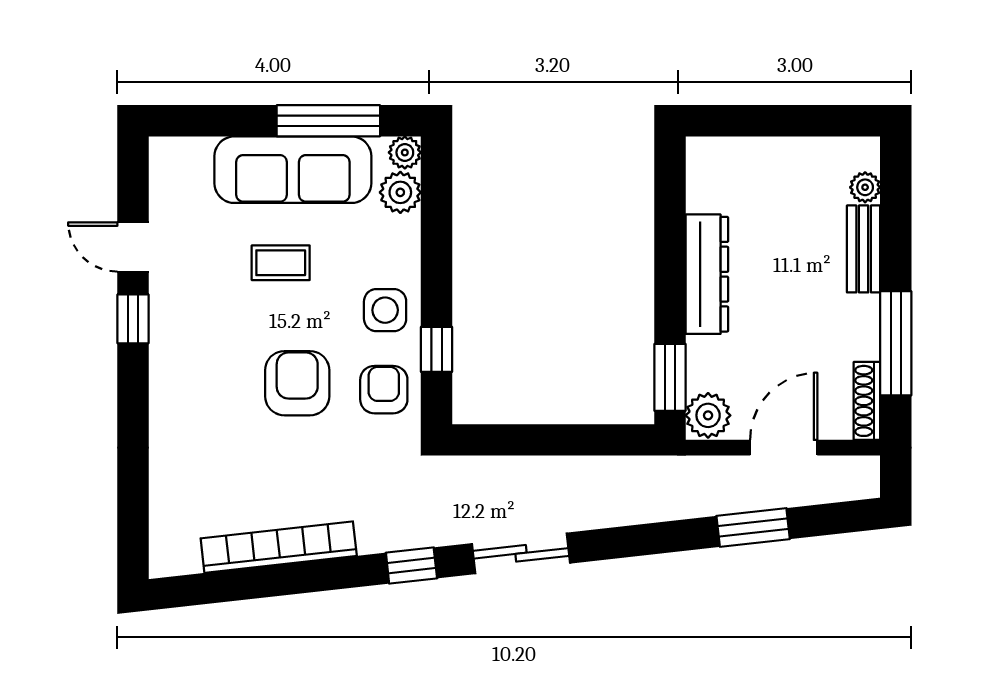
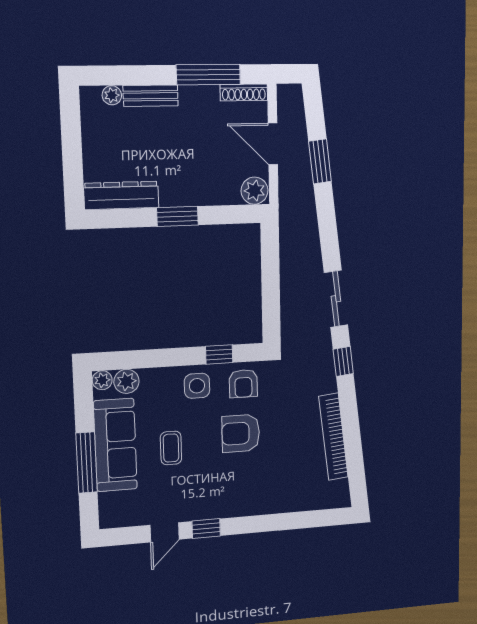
window: (328, 121) -> (87, 463), moved
dresser: (707, 274) -> (121, 195), moved
window: (670, 377) -> (177, 216), moved
armchair: (384, 390) -> (243, 384), turned -90

